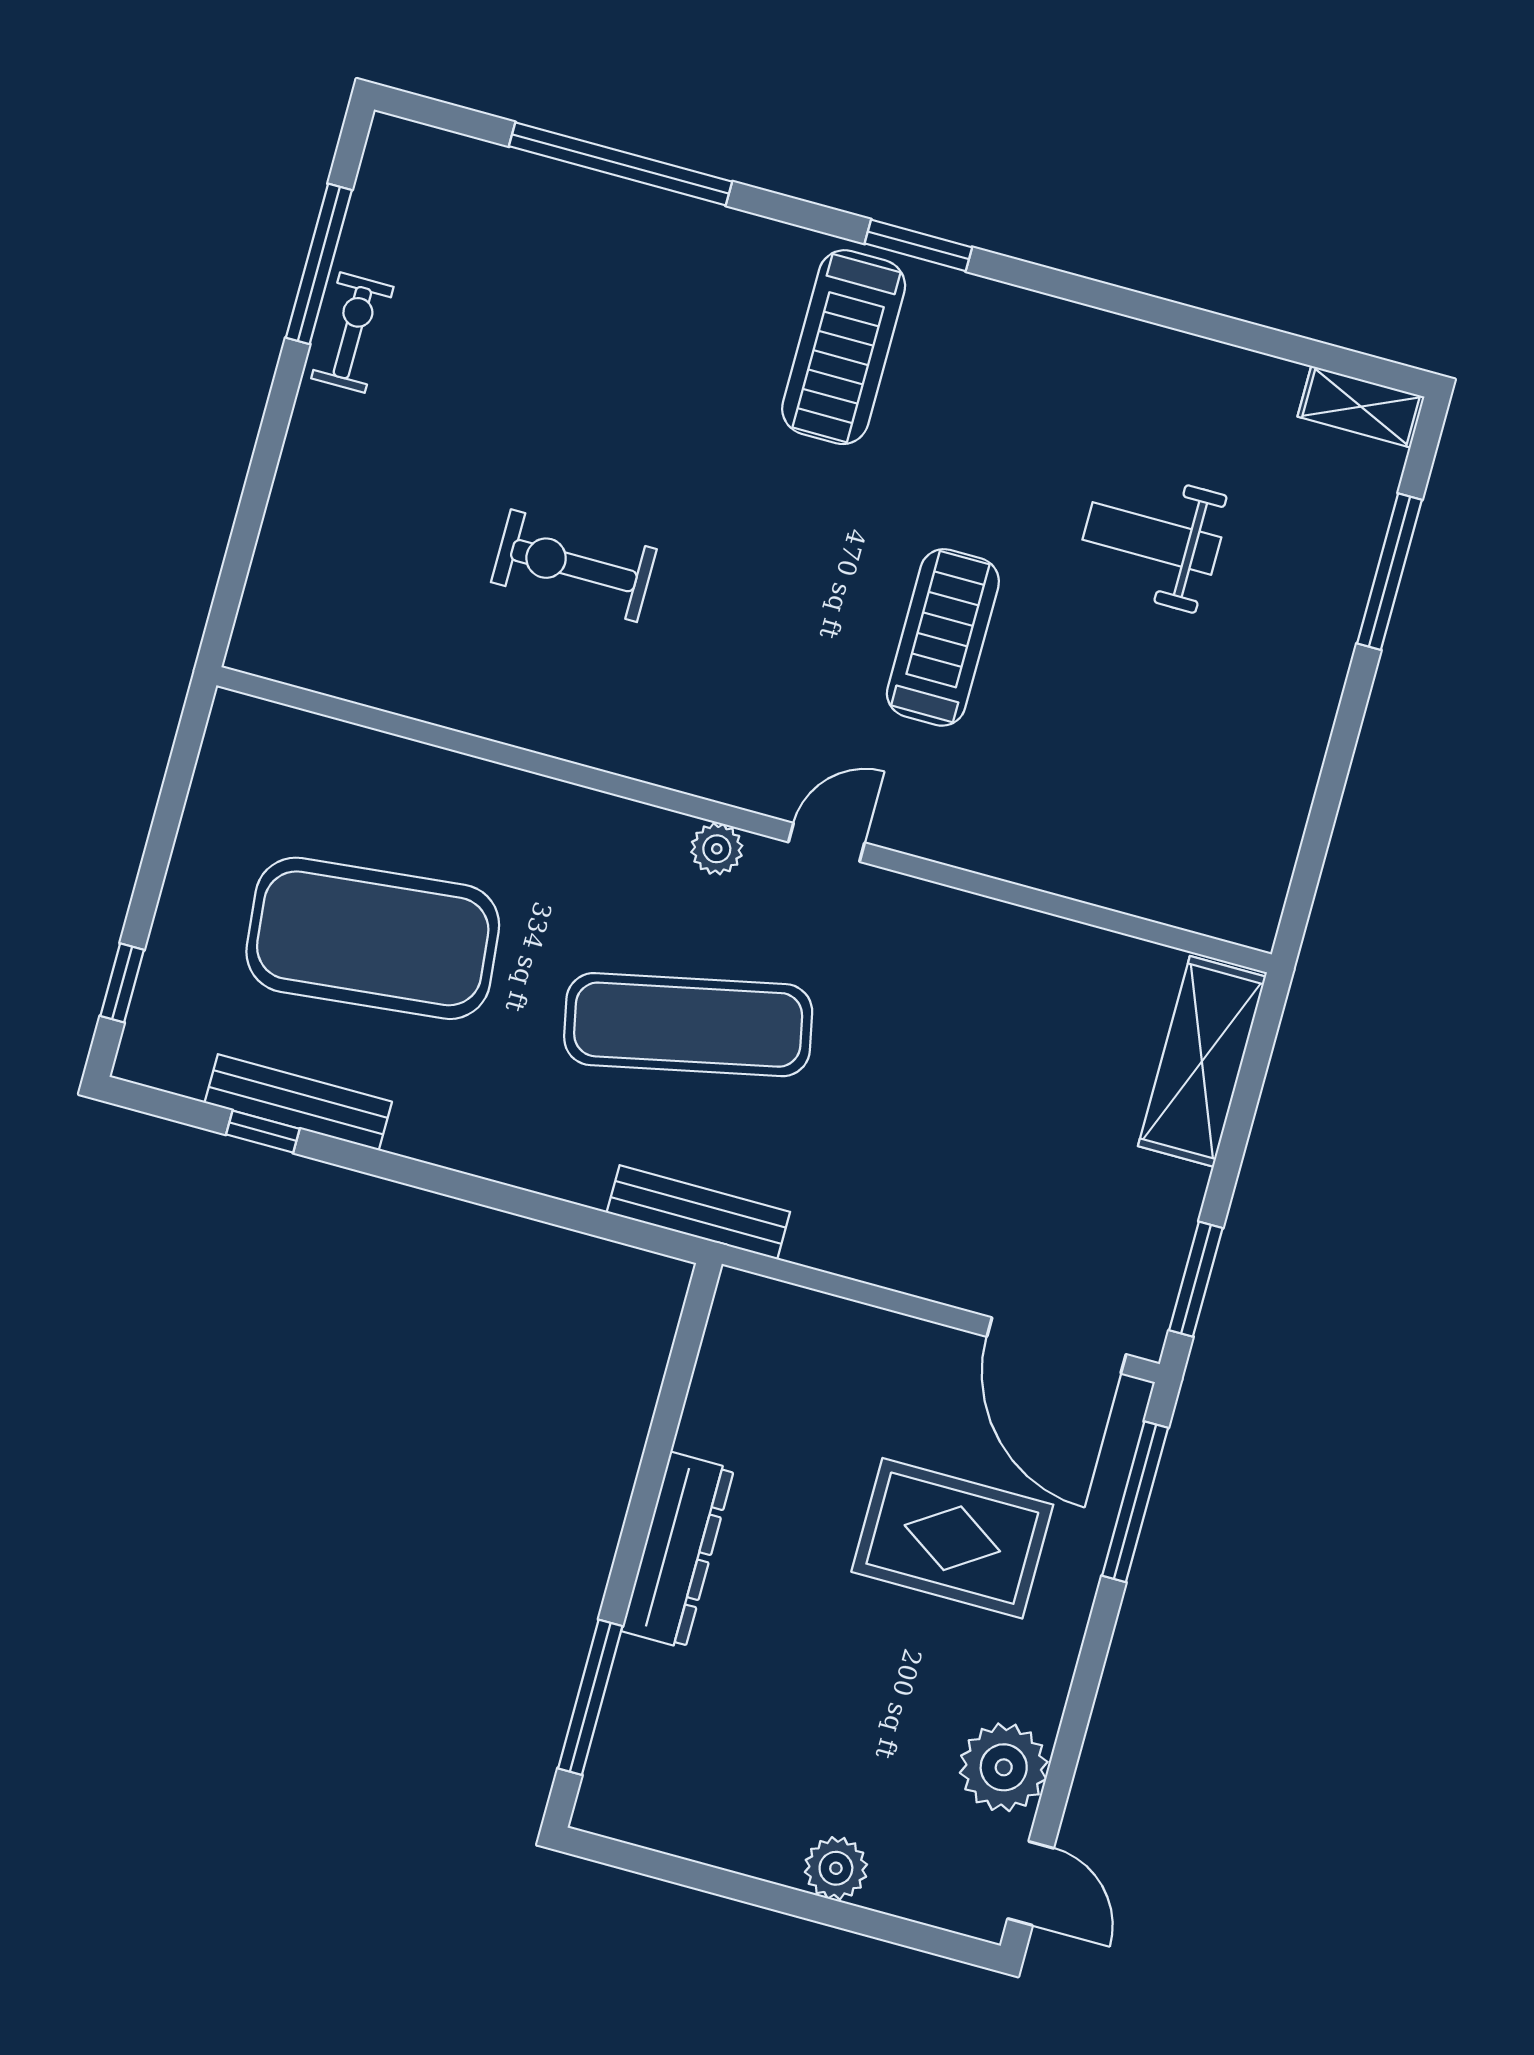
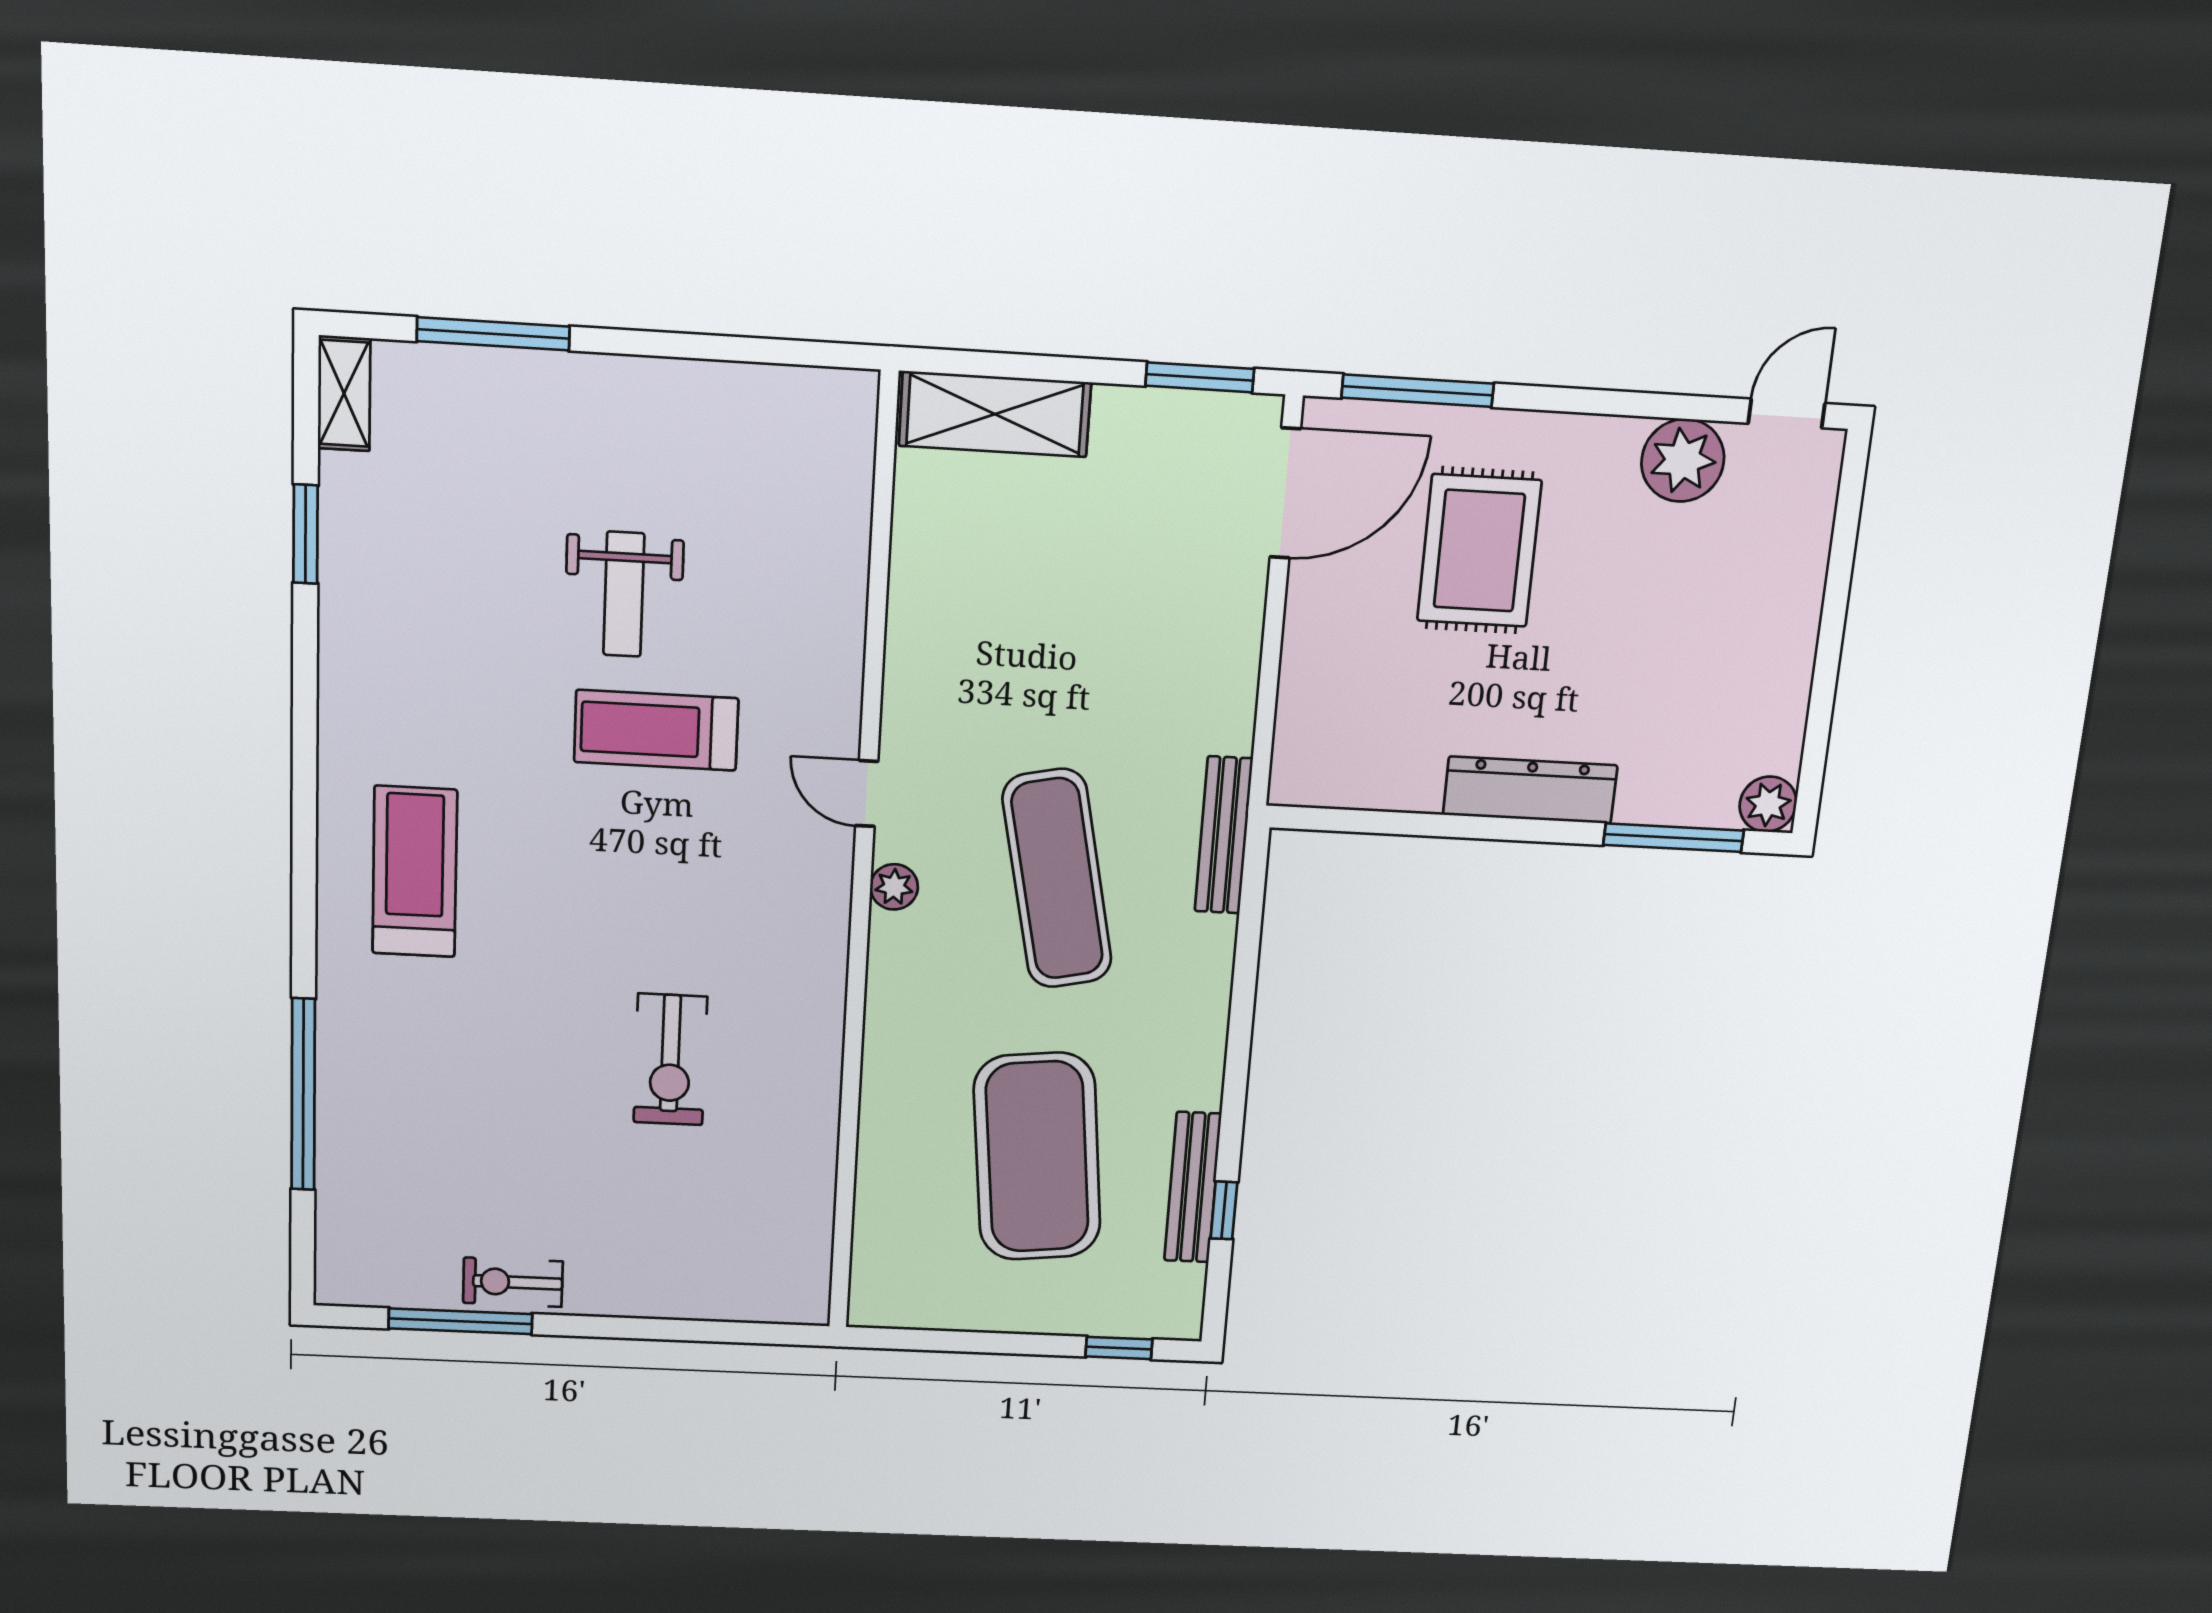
window: (918, 245) -> (306, 534), moved
treadmill: (844, 347) -> (415, 872), turned -90
weight bench: (1152, 538) -> (624, 594), moved
plant: (836, 1868) -> (1768, 804), moved

